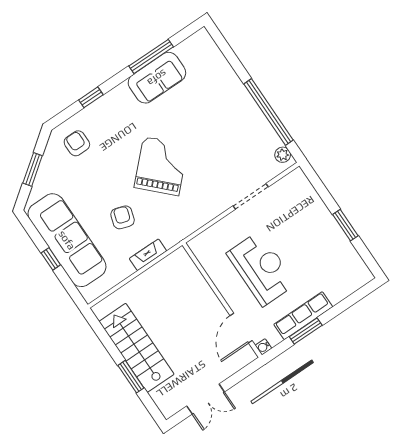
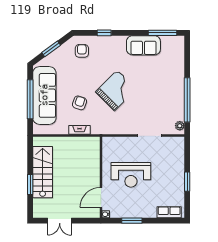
window: (151, 56) -> (163, 33), moved
window: (51, 259) -> (30, 99), width x3.17
reception desk: (261, 269) -> (131, 175), turned 90
row of seats: (303, 316) -> (169, 212), moved, width x0.68

